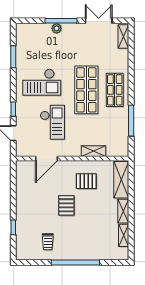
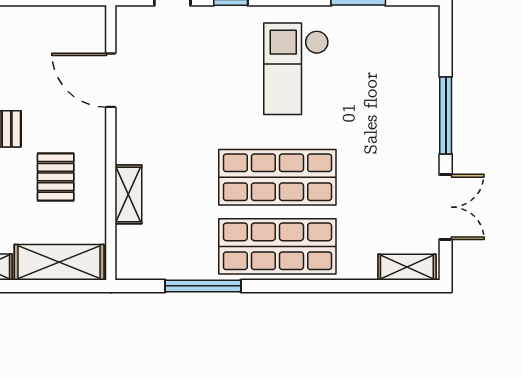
plant: (57, 28) -> (427, 105), removed
shop shelf: (115, 90) -> (277, 246), width x1.43, depth x1.36
checkout: (52, 122) -> (199, 95), removed

